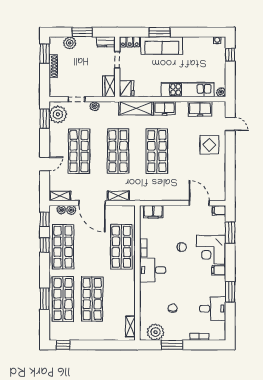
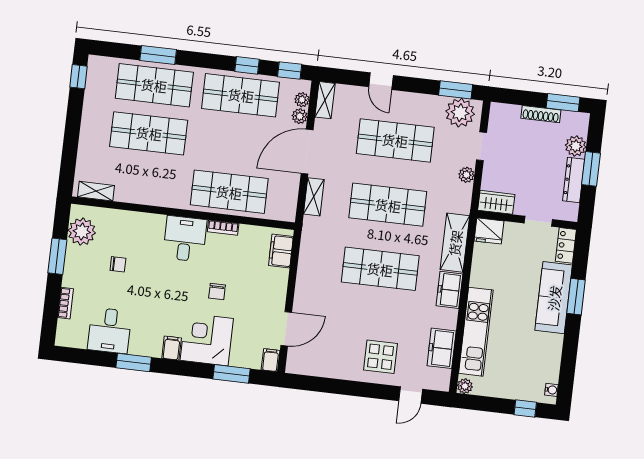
dresser: (106, 42) -> (574, 180), moved, width x1.44

